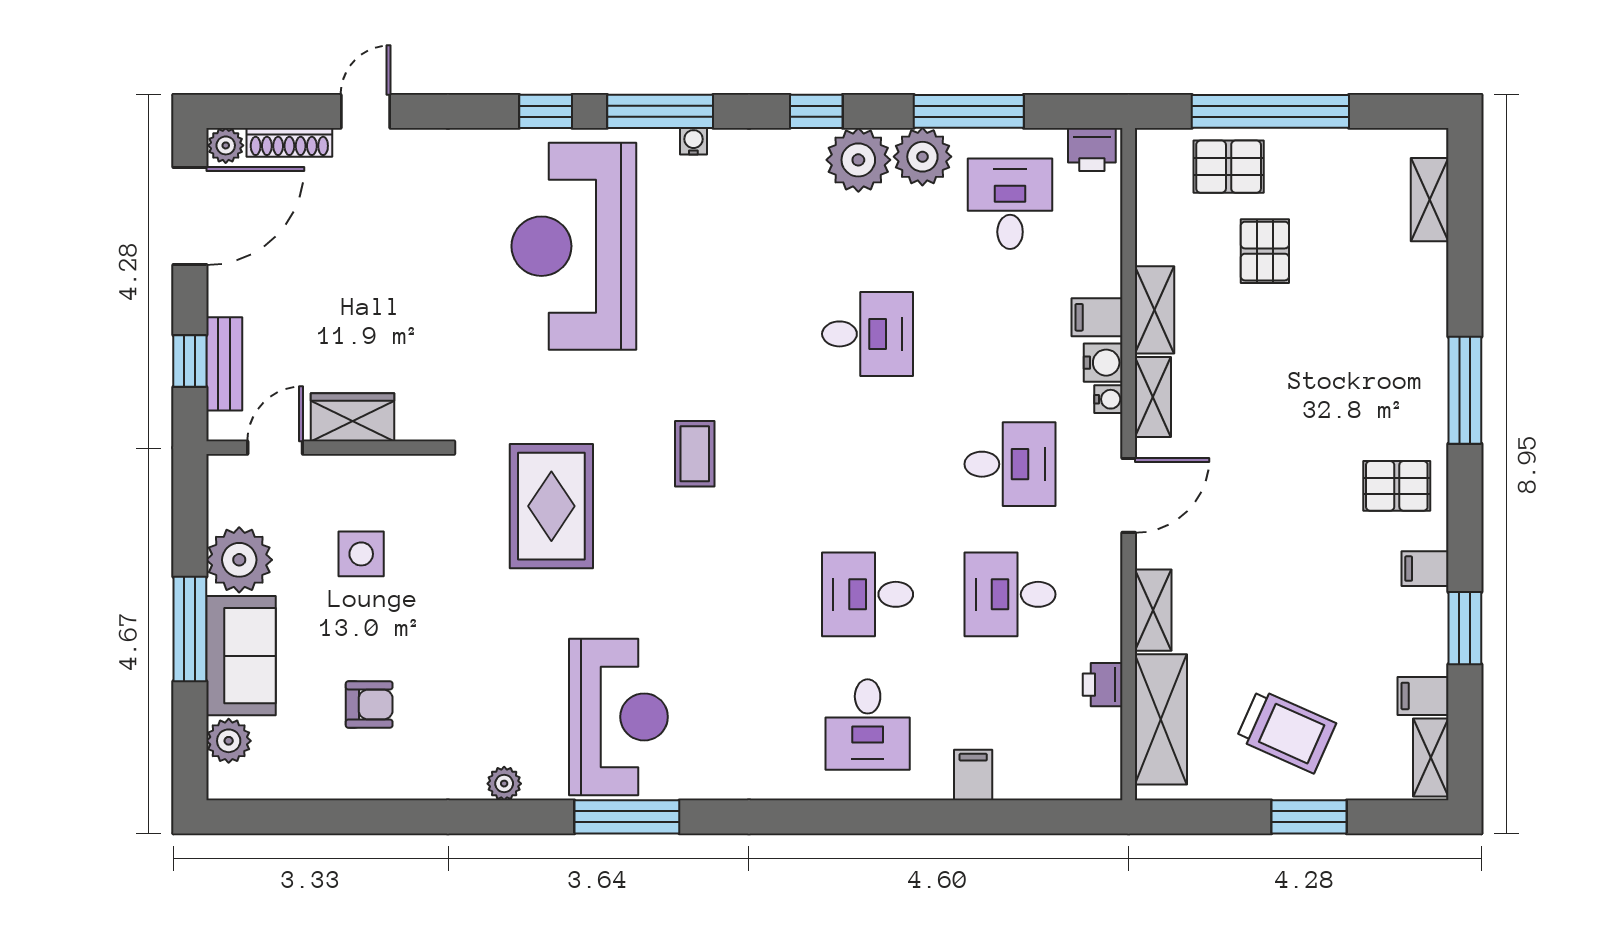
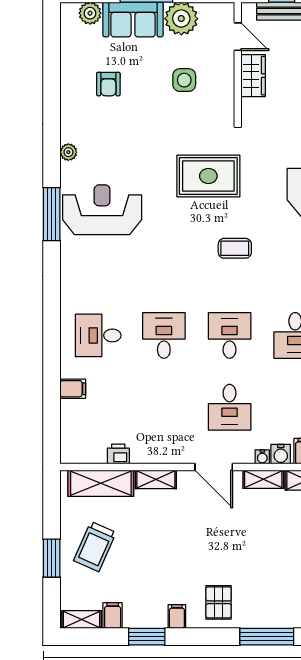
desk: (1010, 594) -> (230, 335), moved
reception desk: (618, 717) -> (102, 210), turned 180

